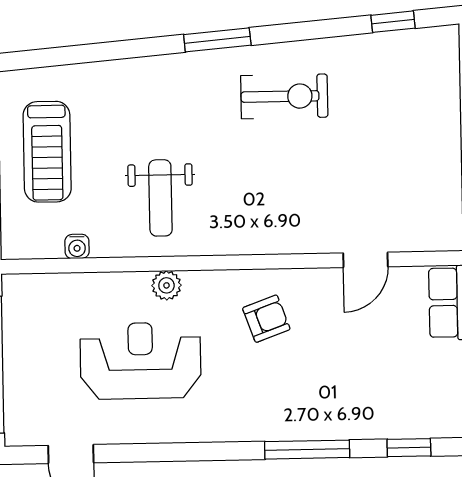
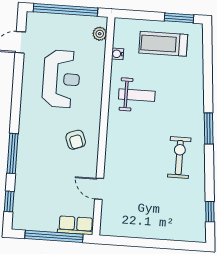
exercise bike: (284, 96) -> (179, 158), turned 180
weight bench: (160, 198) -> (137, 95), turned 180
plant: (166, 285) -> (100, 34), moved

